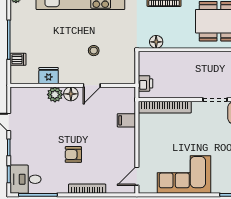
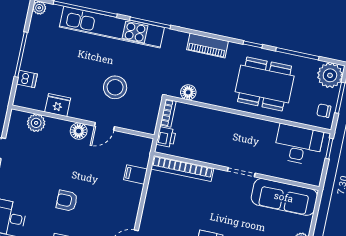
stool: (94, 51) -> (115, 87), width x1.89, depth x1.89
bookcase: (143, 63) -> (168, 113), added
plant: (55, 95) -> (36, 123), moved

